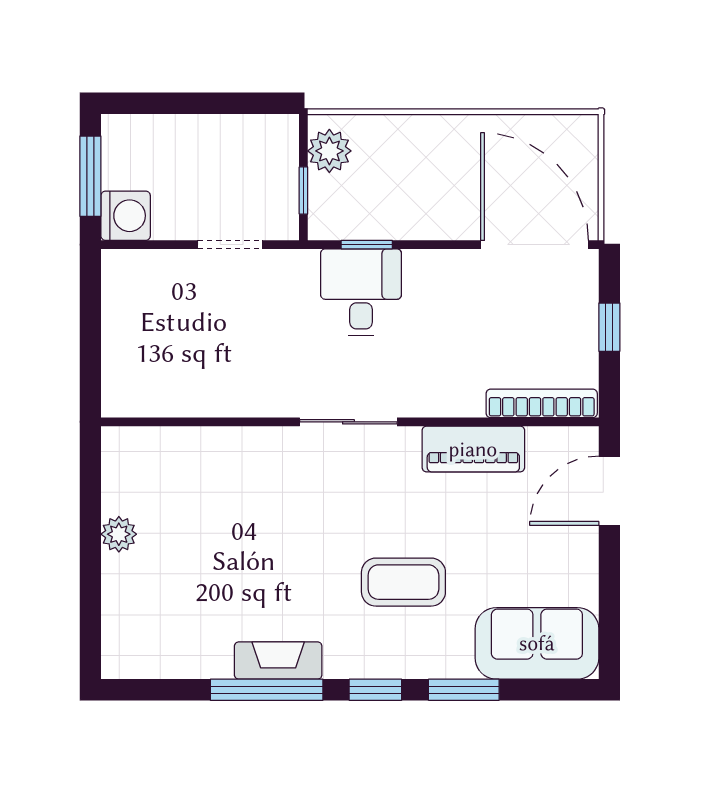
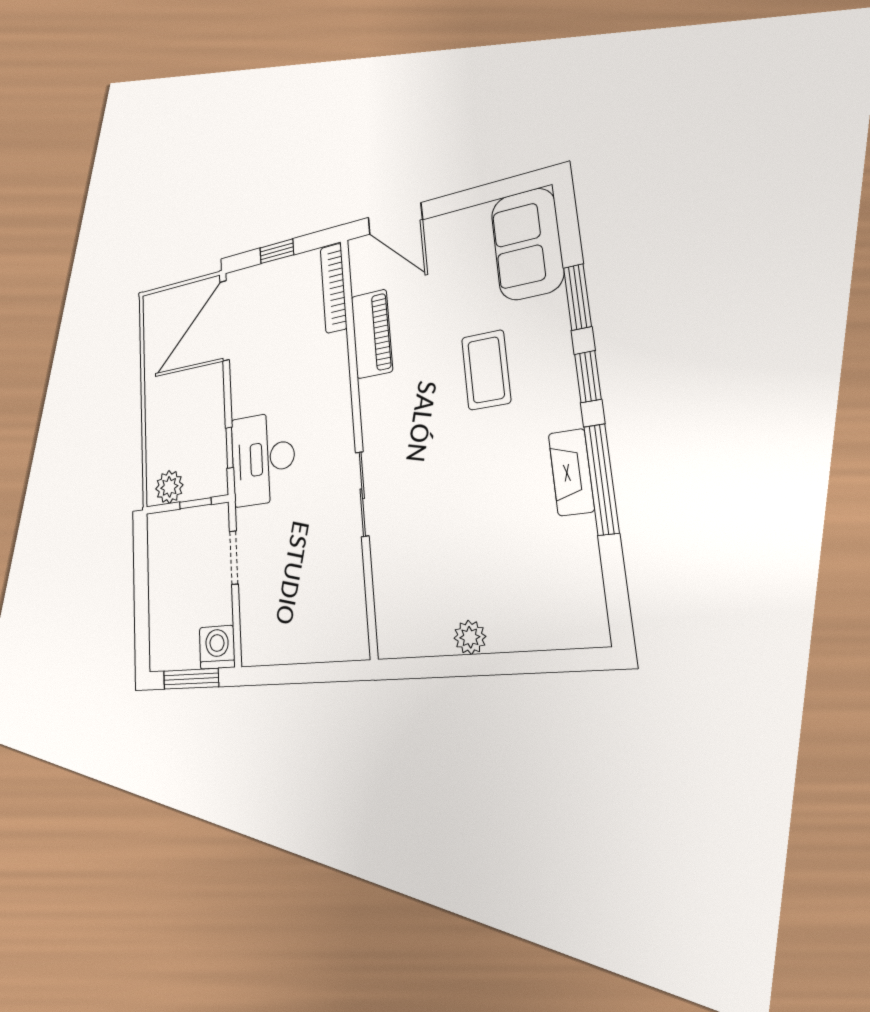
desk: (361, 292) -> (263, 459), width x1.37
sliding door: (348, 422) -> (362, 494), moved

